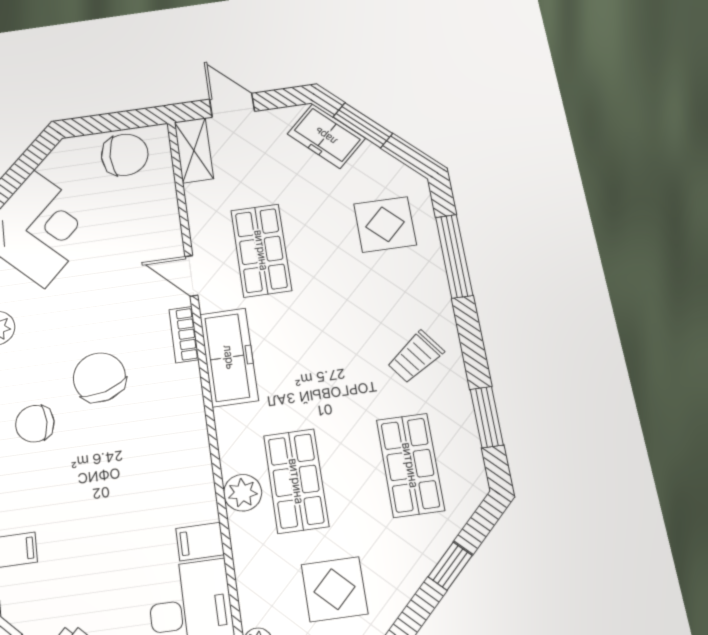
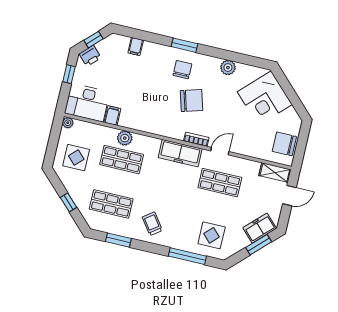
chair: (125, 155) -> (284, 144), turned 90

